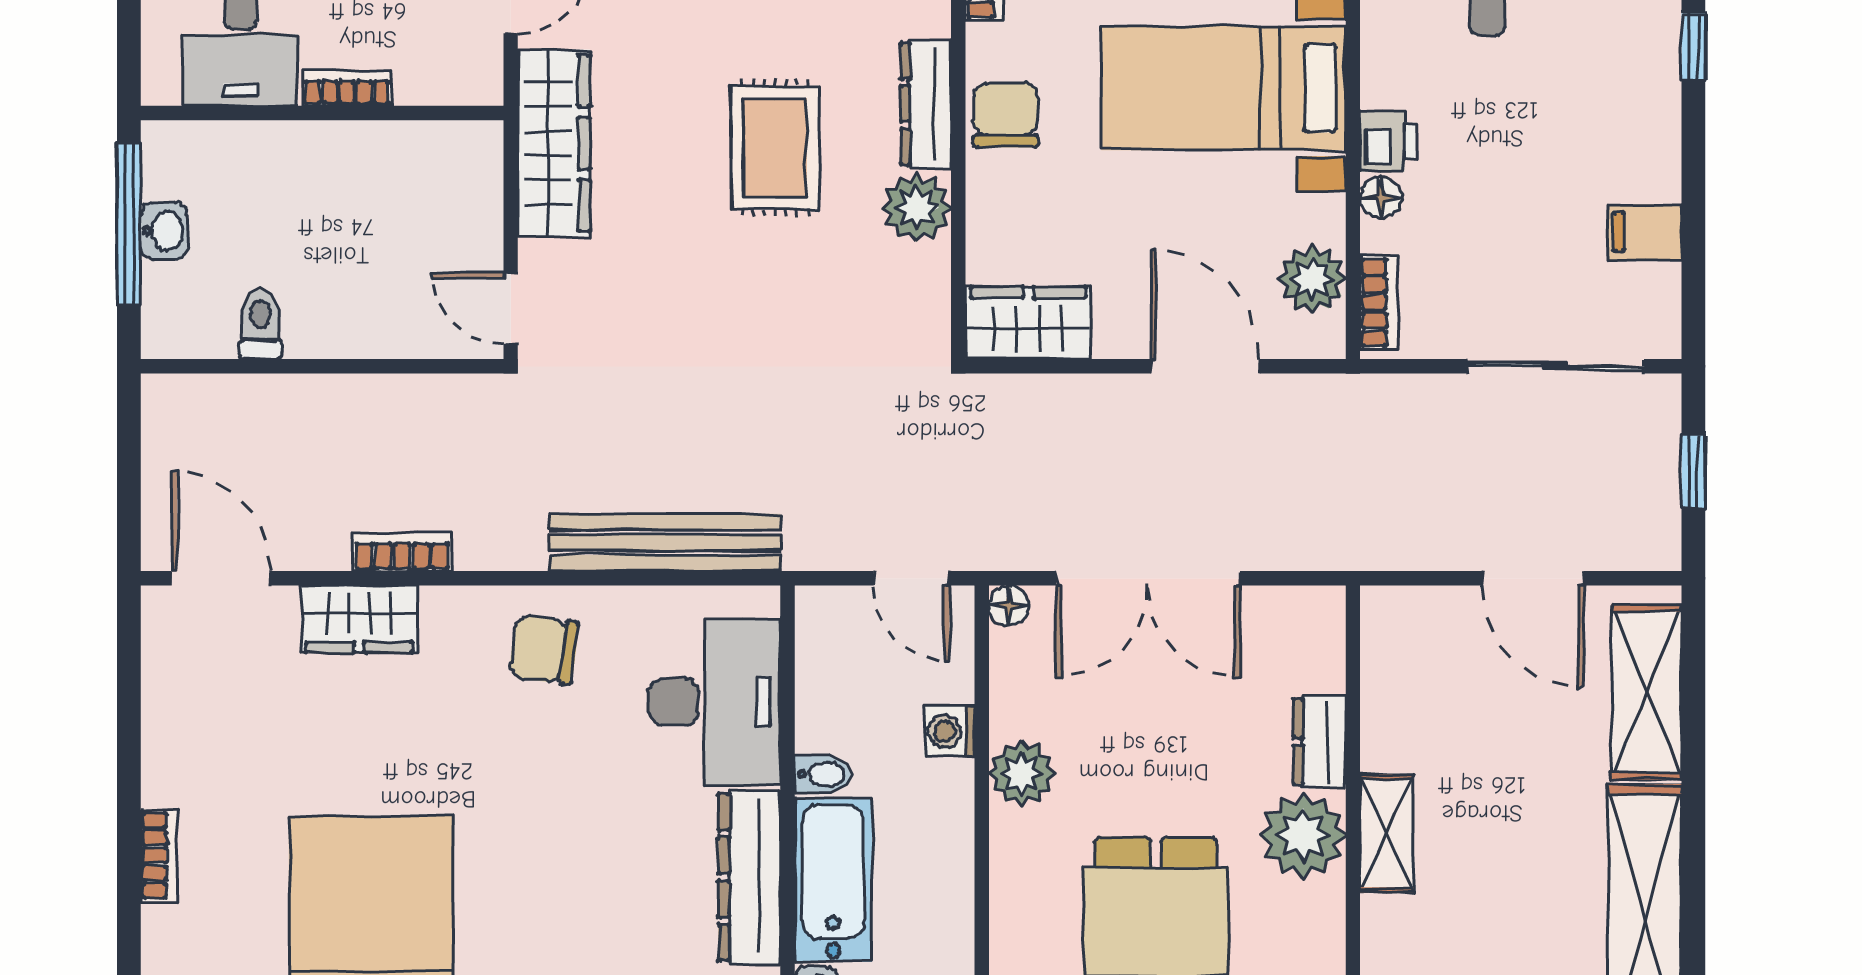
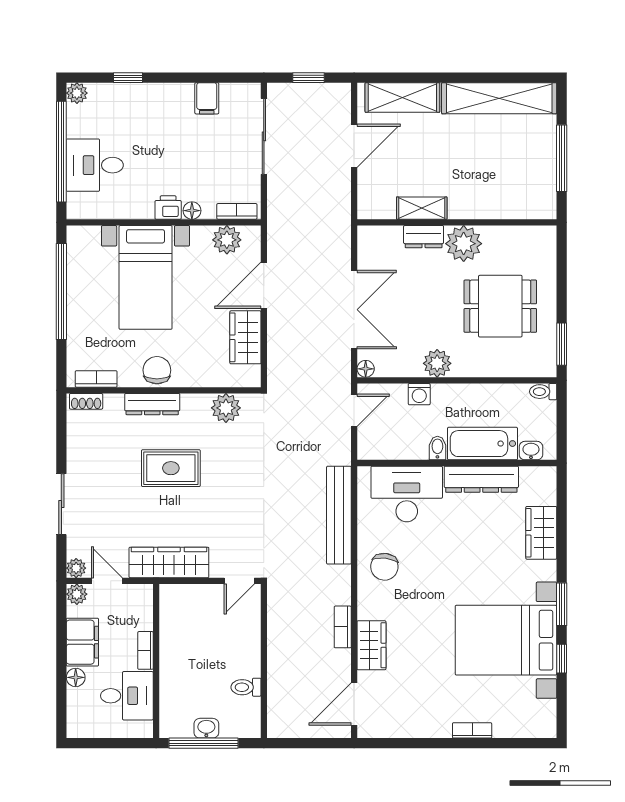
chair: (1006, 115) -> (157, 370), turned 90
plant: (917, 208) -> (226, 408), moved
wardrobe: (1028, 323) -> (245, 337), moved
shelving: (1386, 833) -> (422, 208), moved

